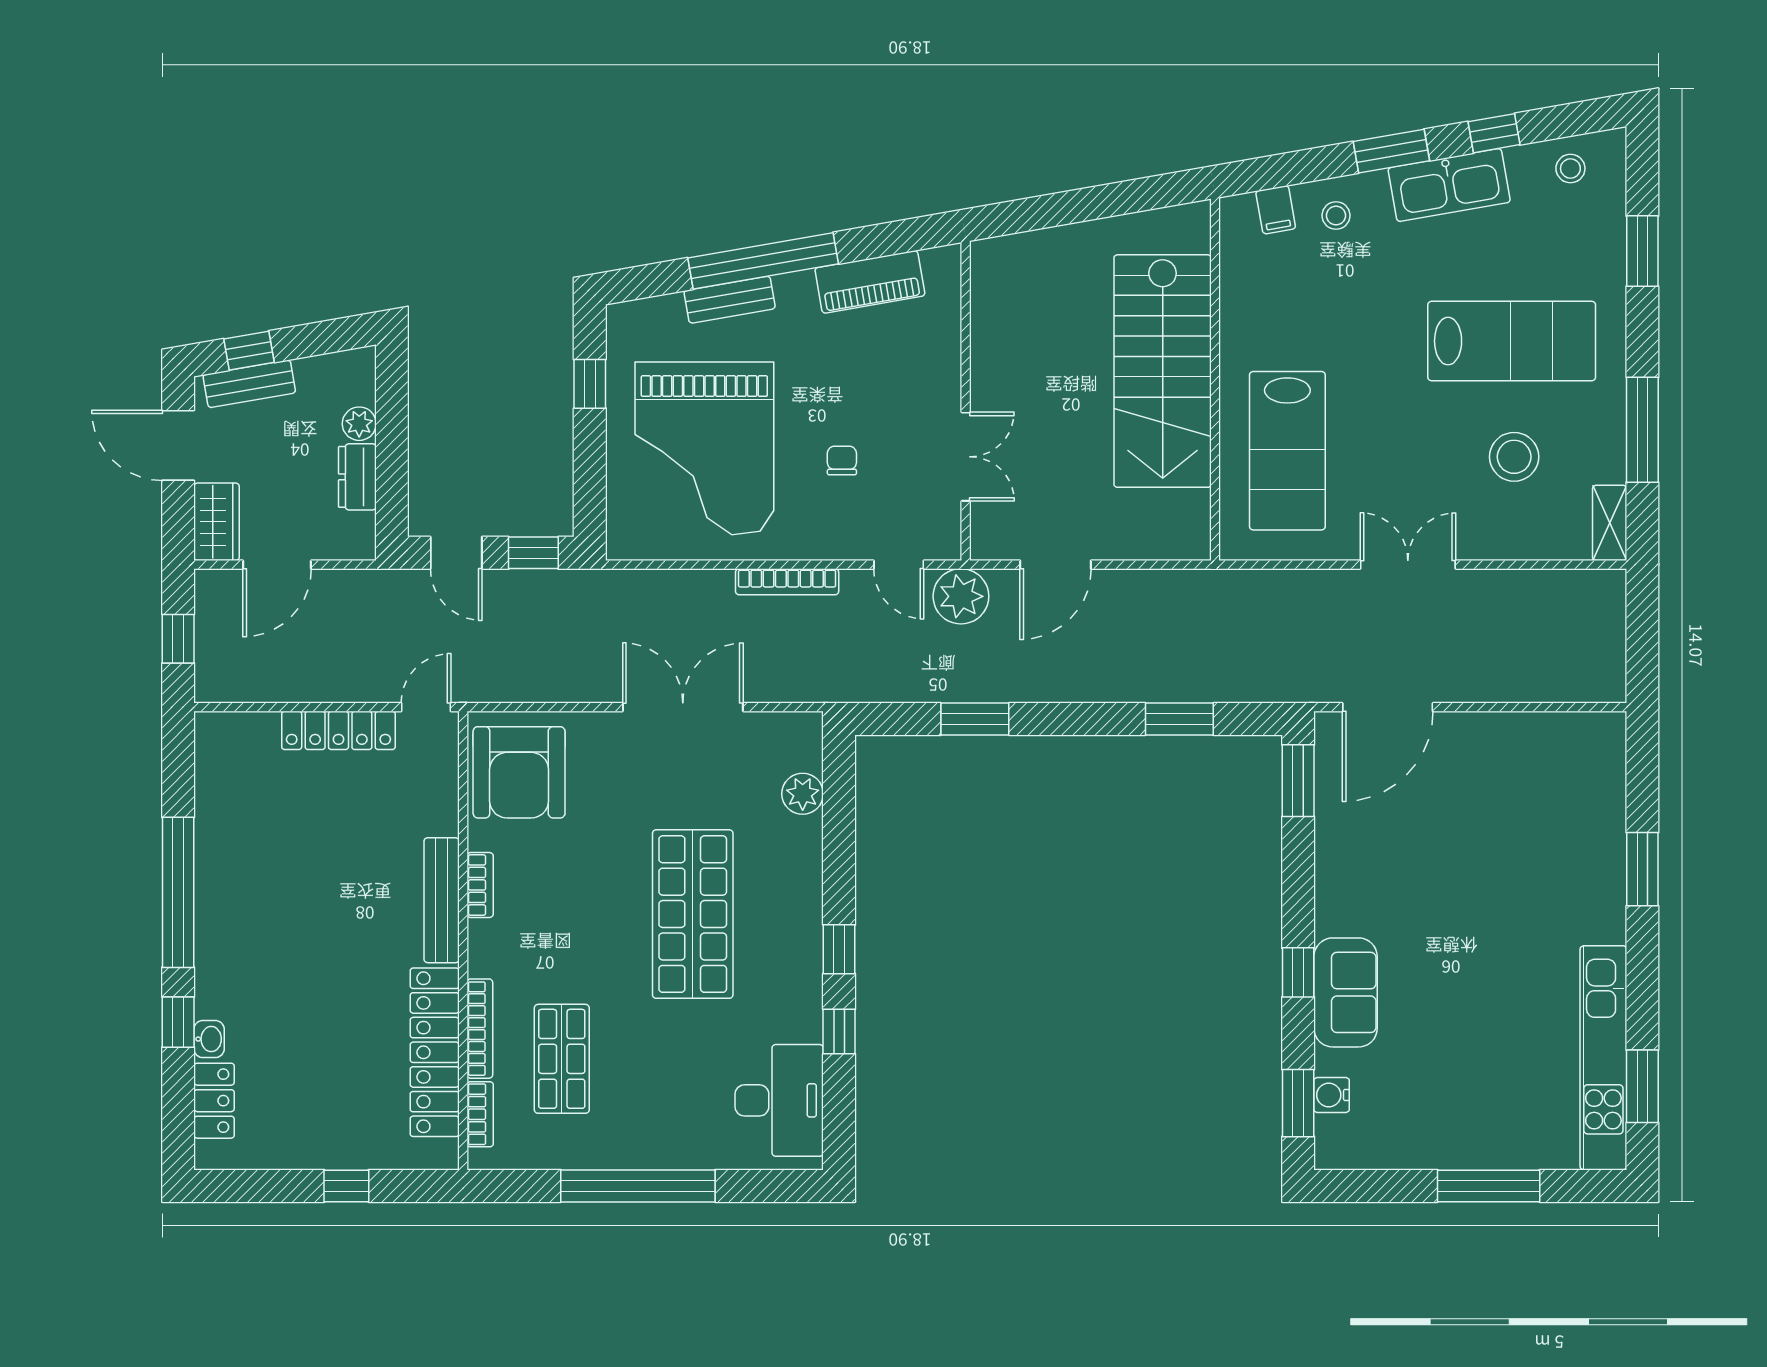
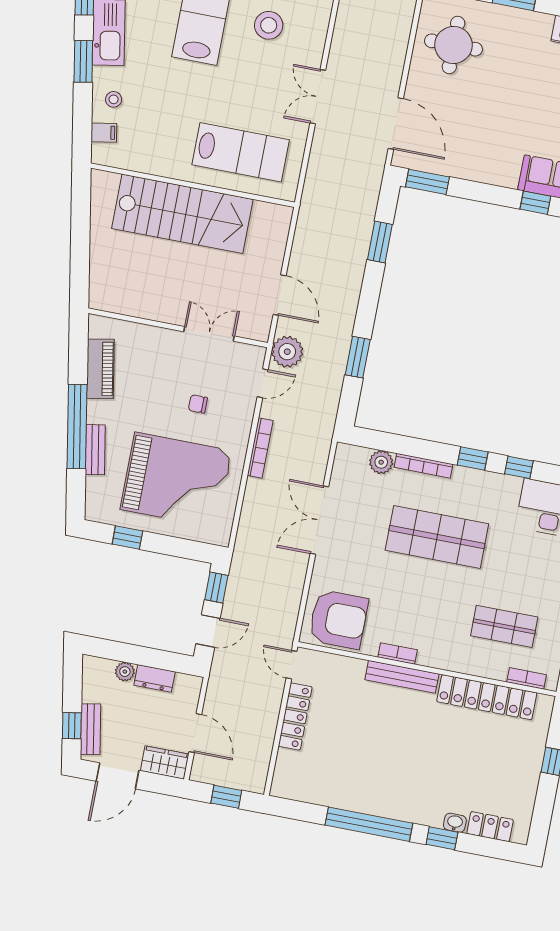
round table: (1541, 780) -> (453, 45), added
bookcase: (480, 1029) -> (423, 466), moved, turned 180

